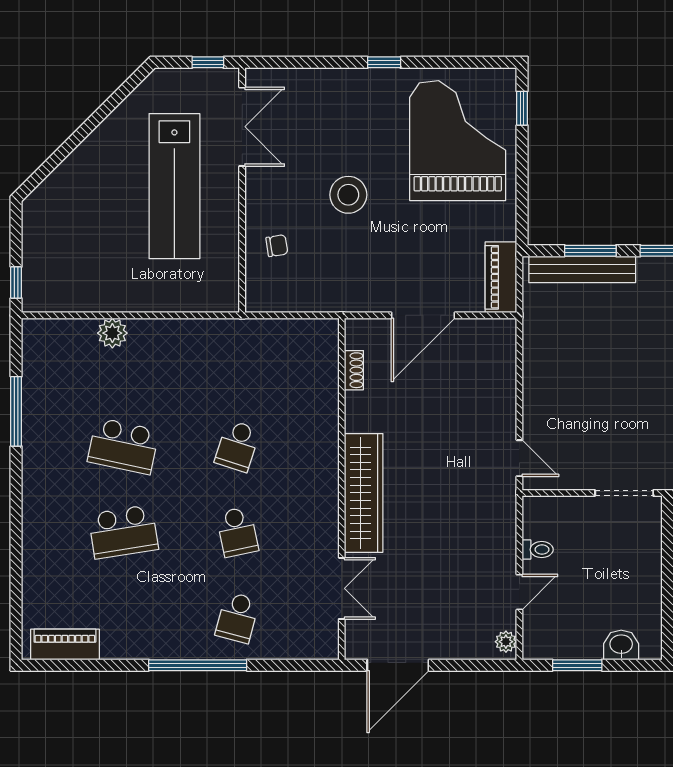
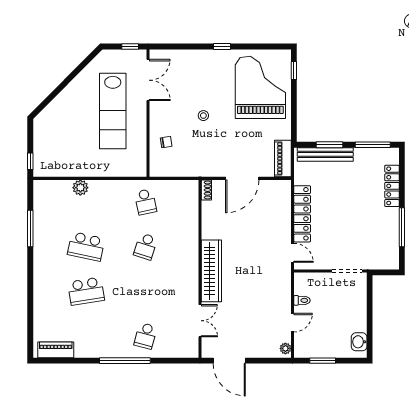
stool: (348, 195) -> (203, 116), width x0.53, depth x0.53
shoe rack: (354, 370) -> (206, 190), moved
locker: (538, 383) -> (302, 214), added
school desk: (237, 532) -> (146, 202), moved
washbasin: (621, 645) -> (359, 342), moved, turned -90
door: (398, 665) -> (229, 361), hinge flipped

